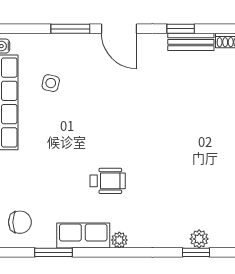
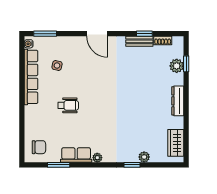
window: (70, 29) -> (45, 34), moved
window: (181, 29) -> (144, 34), moved
wheelchair: (108, 181) -> (68, 105), moved
window: (196, 252) -> (132, 165), moved

